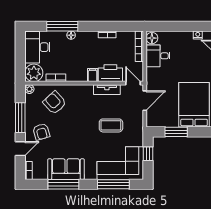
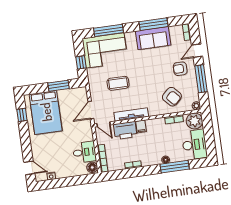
tv unit: (107, 90) -> (131, 114), width x1.41
armchair: (41, 132) -> (180, 69), turned -74

